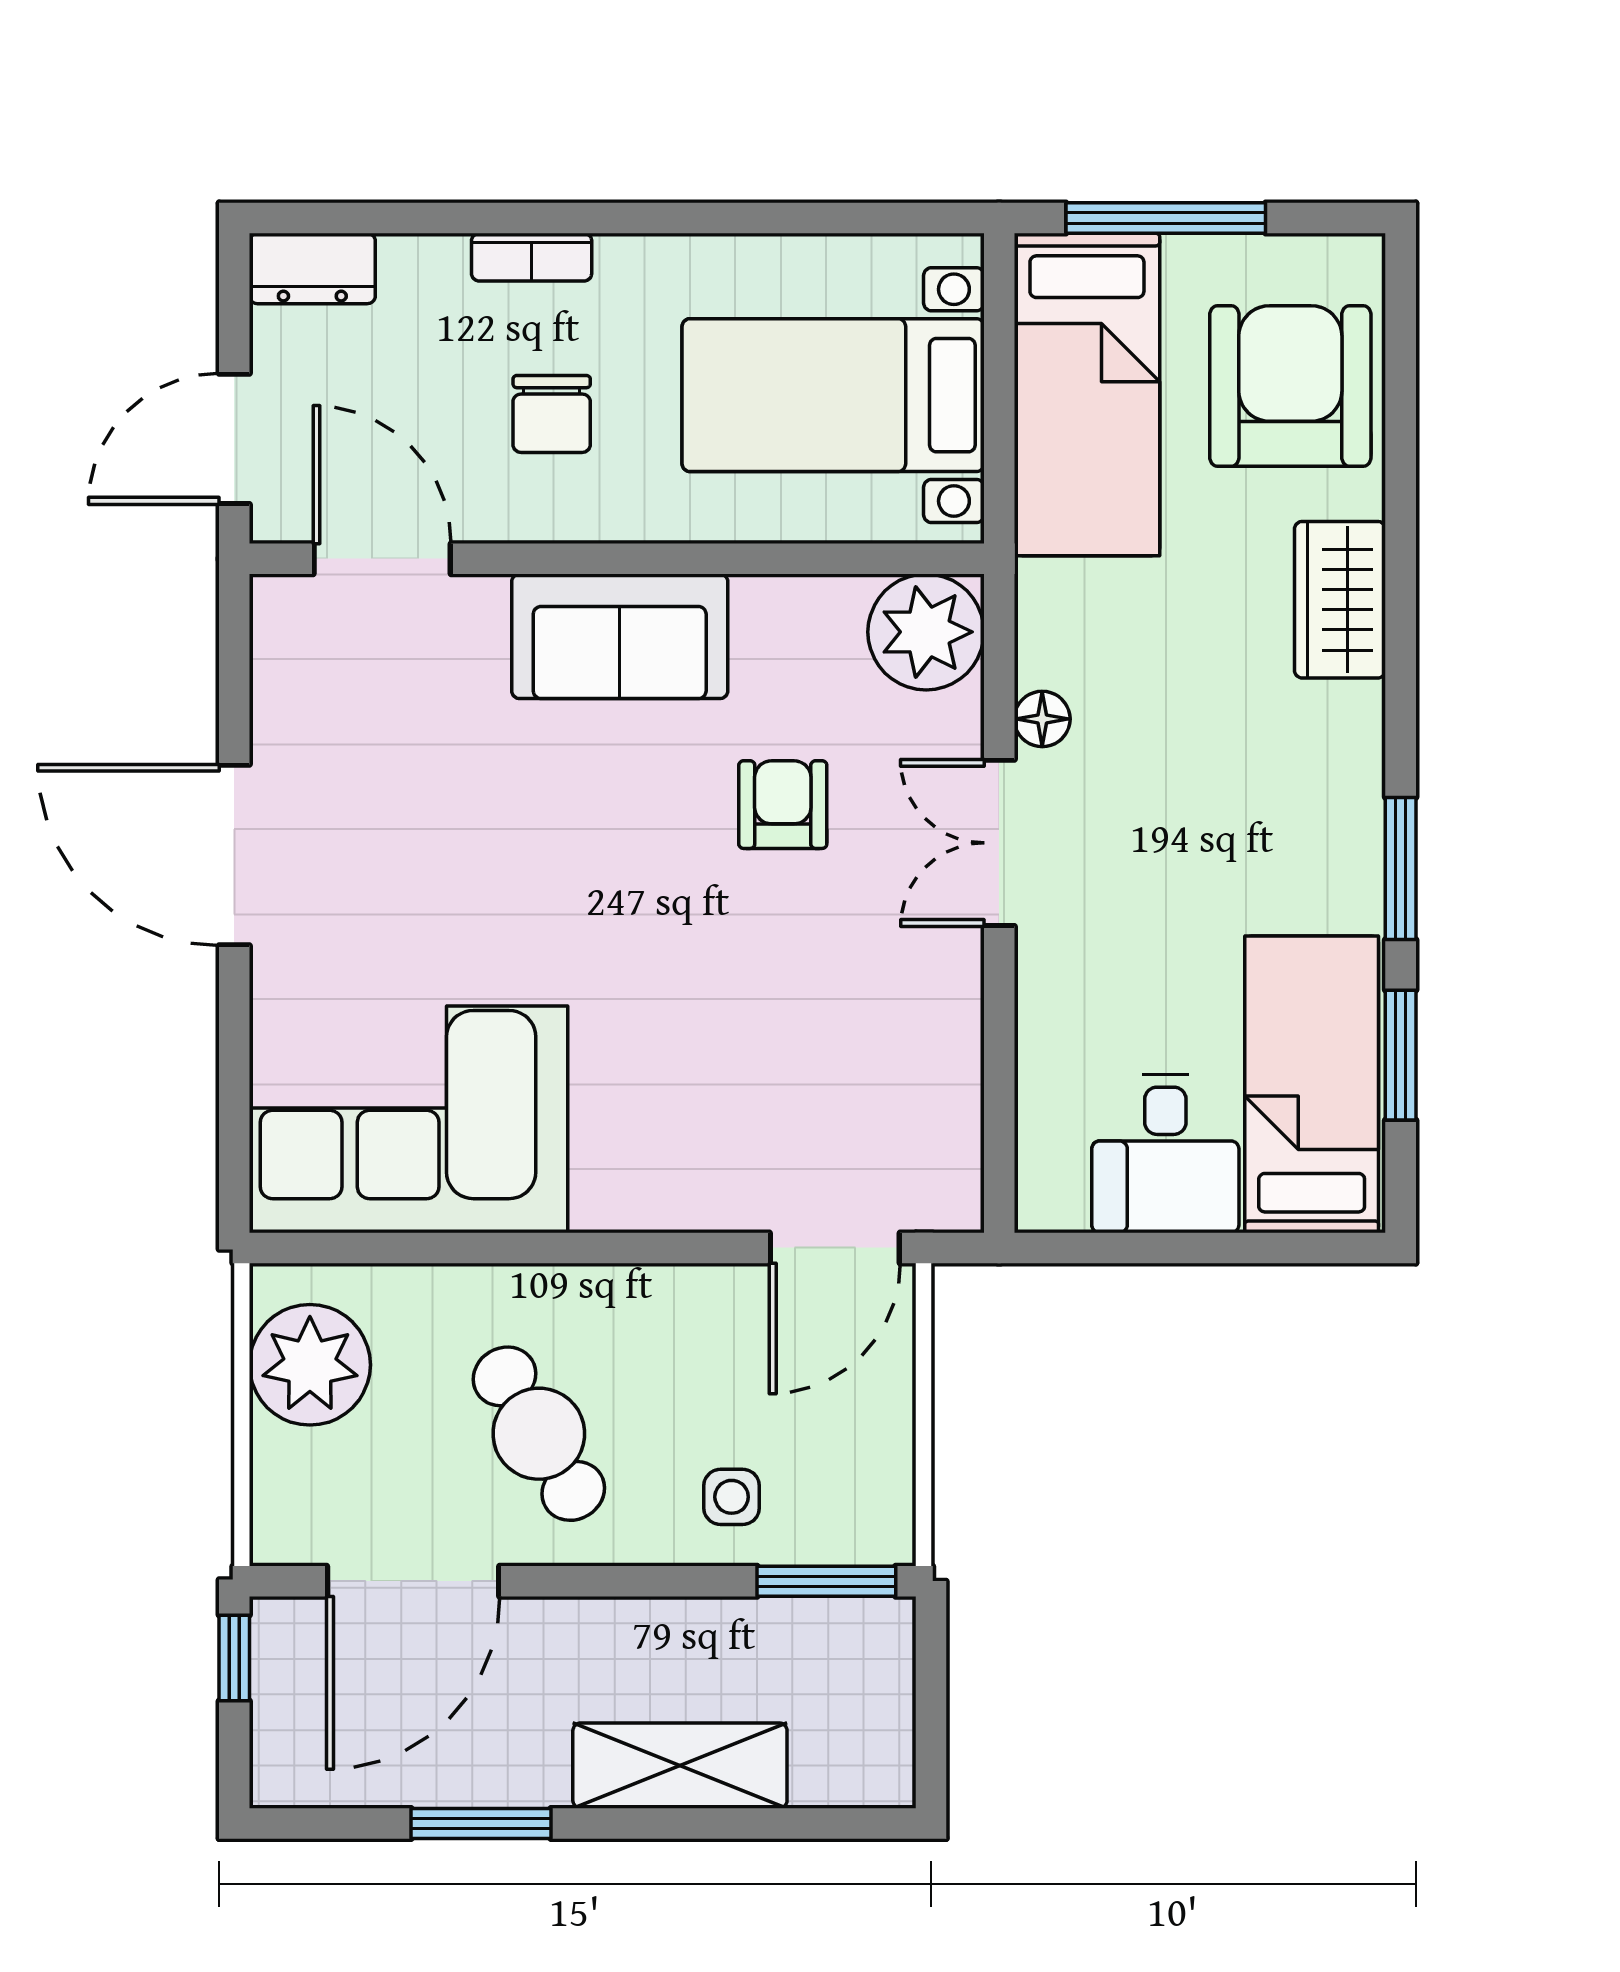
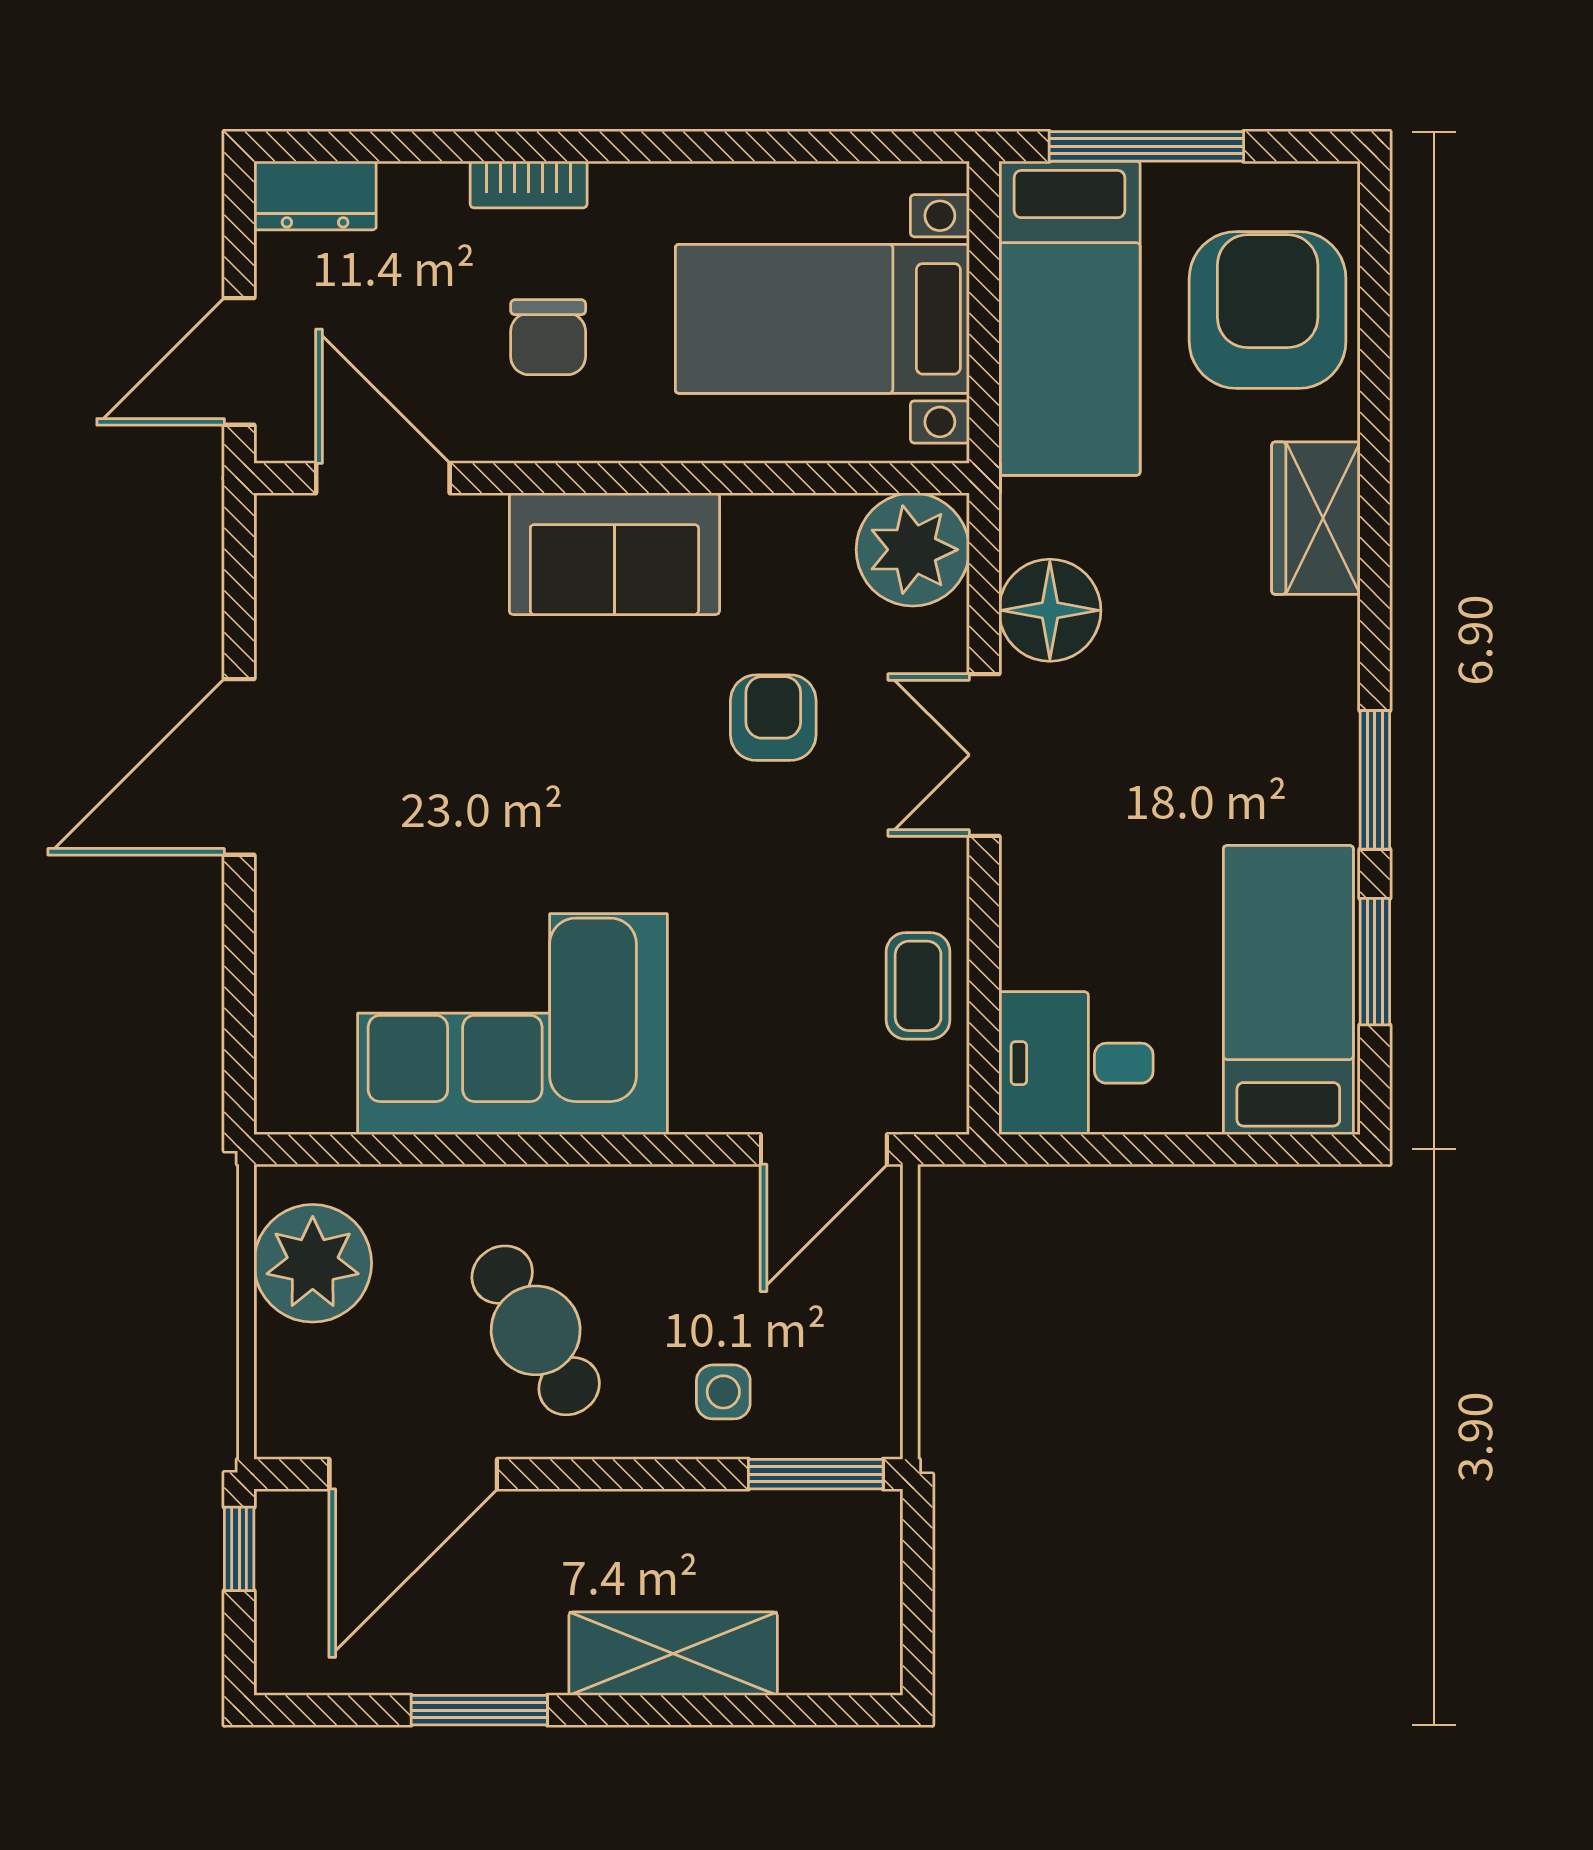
floor lamp: (1042, 719) -> (1050, 610), width x1.89, depth x1.89
door: (234, 855) -> (239, 767), hinge flipped
coffee table: (931, 1080) -> (918, 986), added
corner sofa: (408, 1119) -> (512, 1024), moved
desk: (1165, 1154) -> (1076, 1063), moved, turned 90

